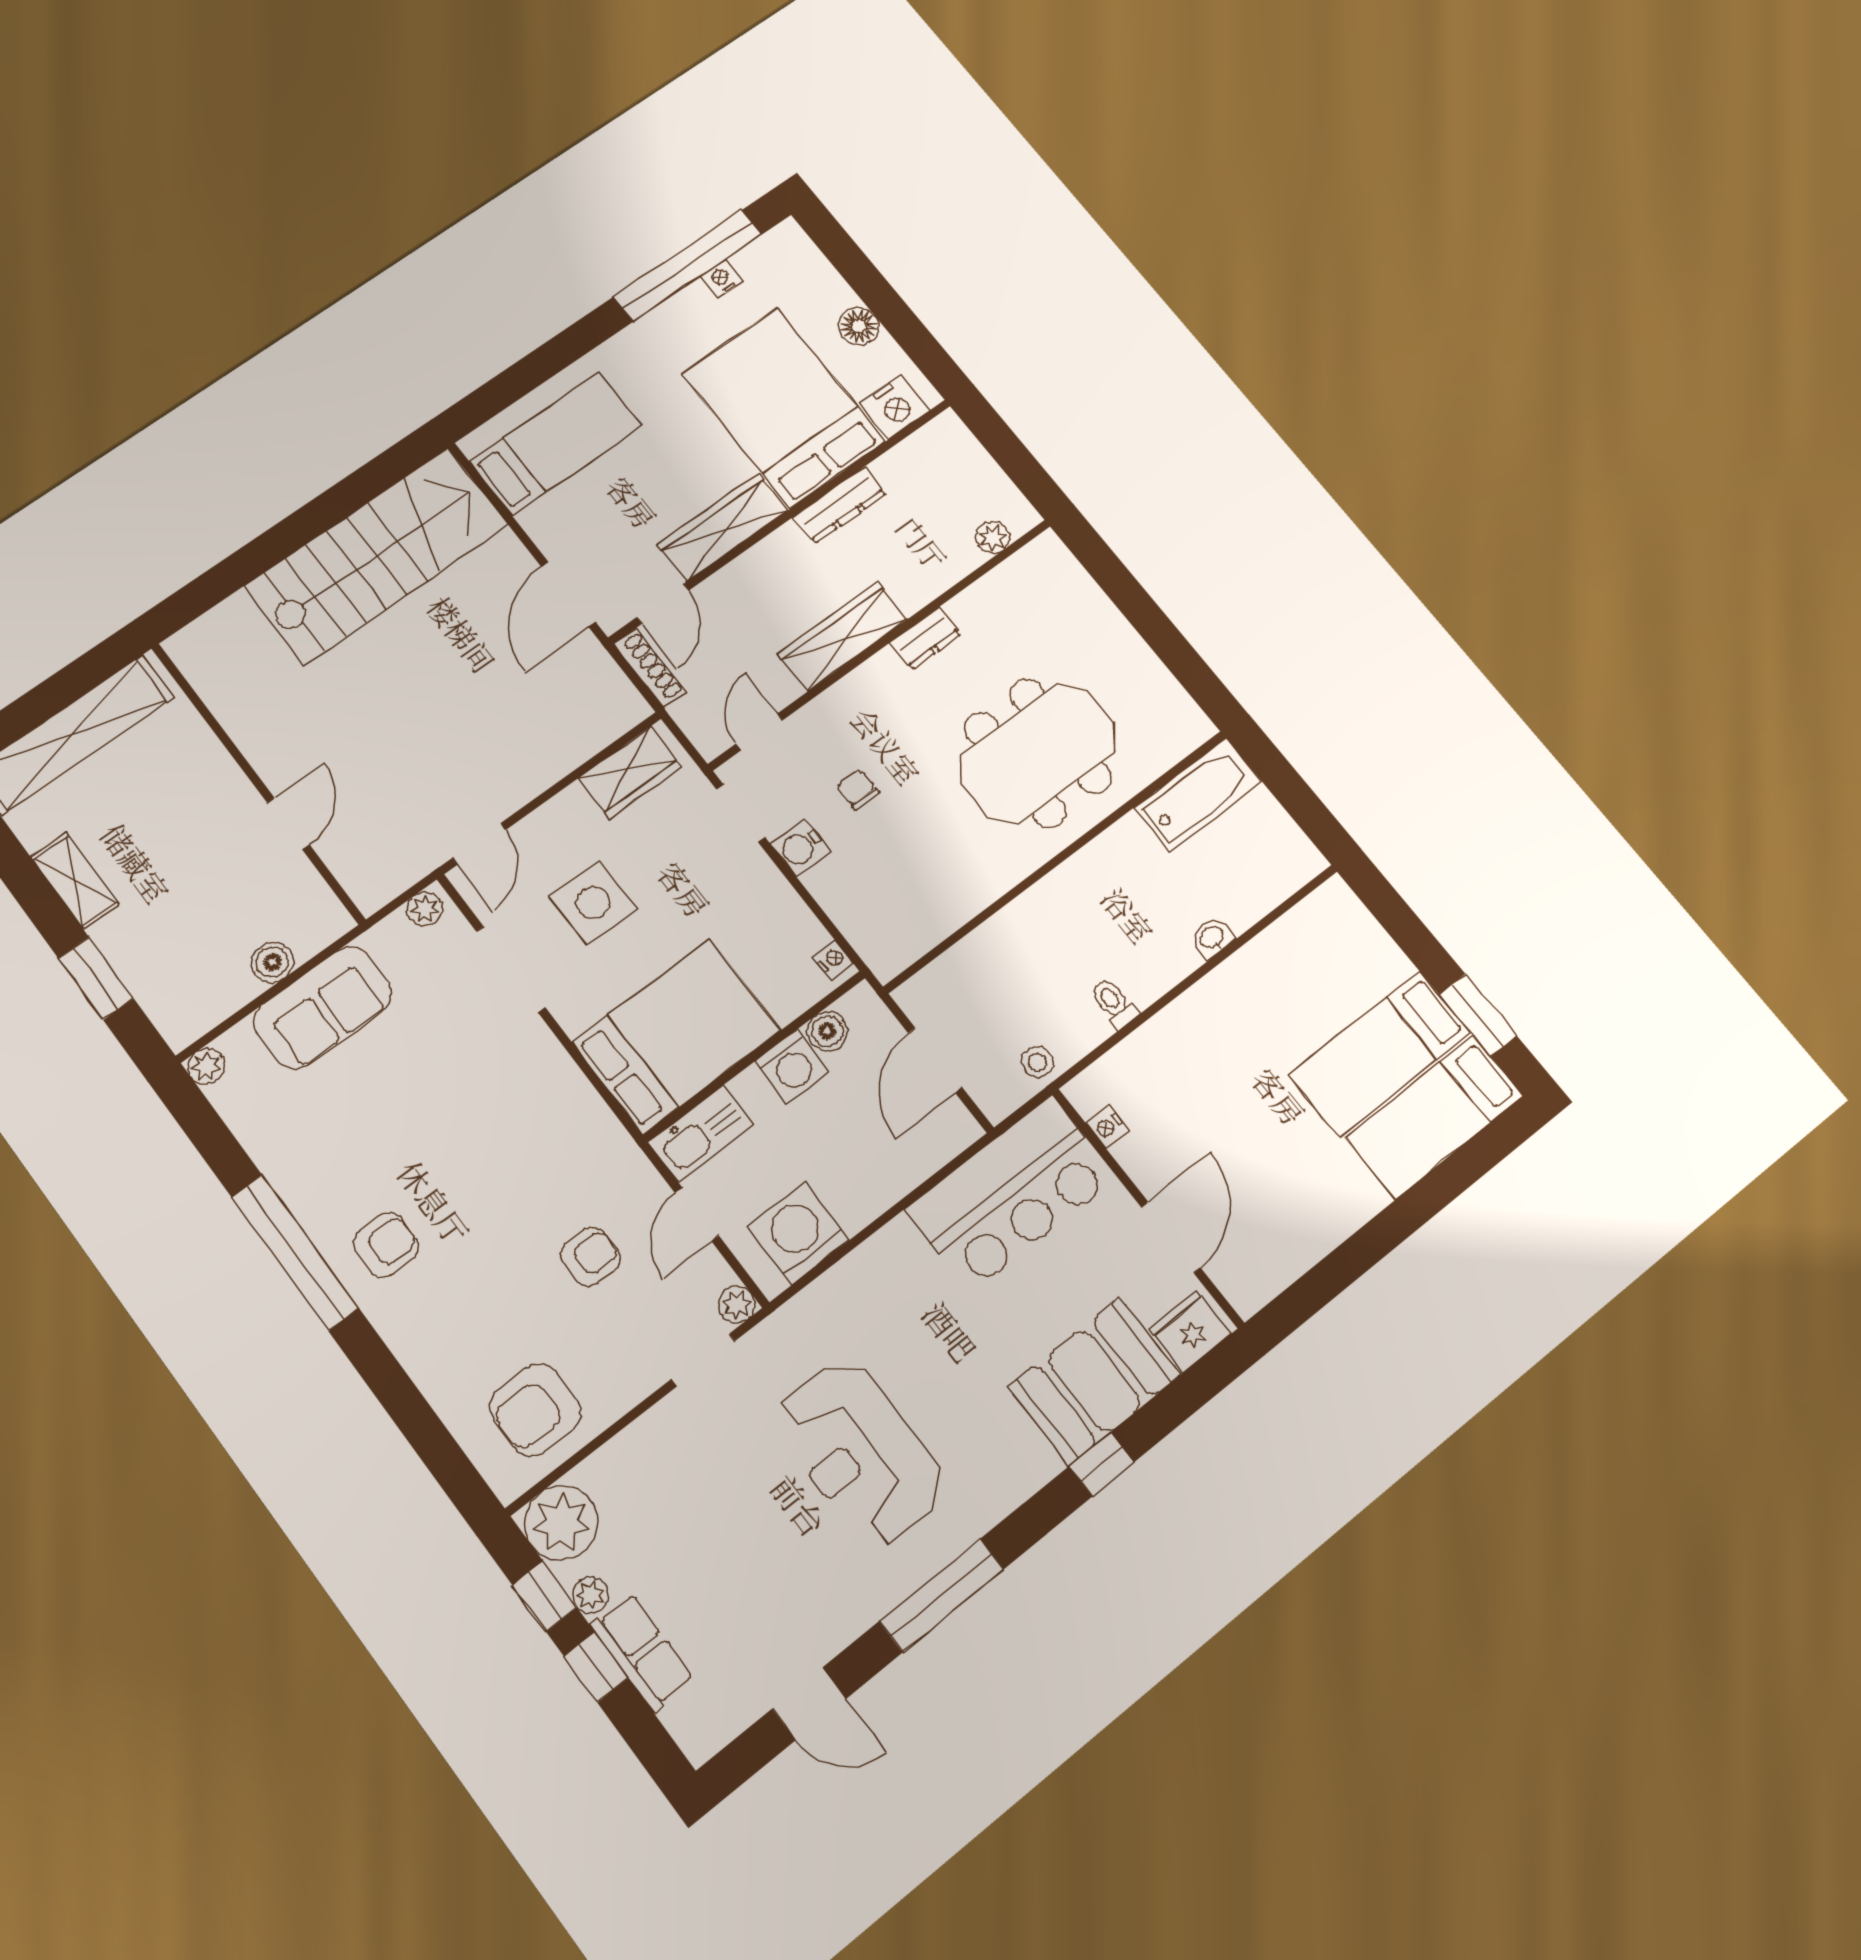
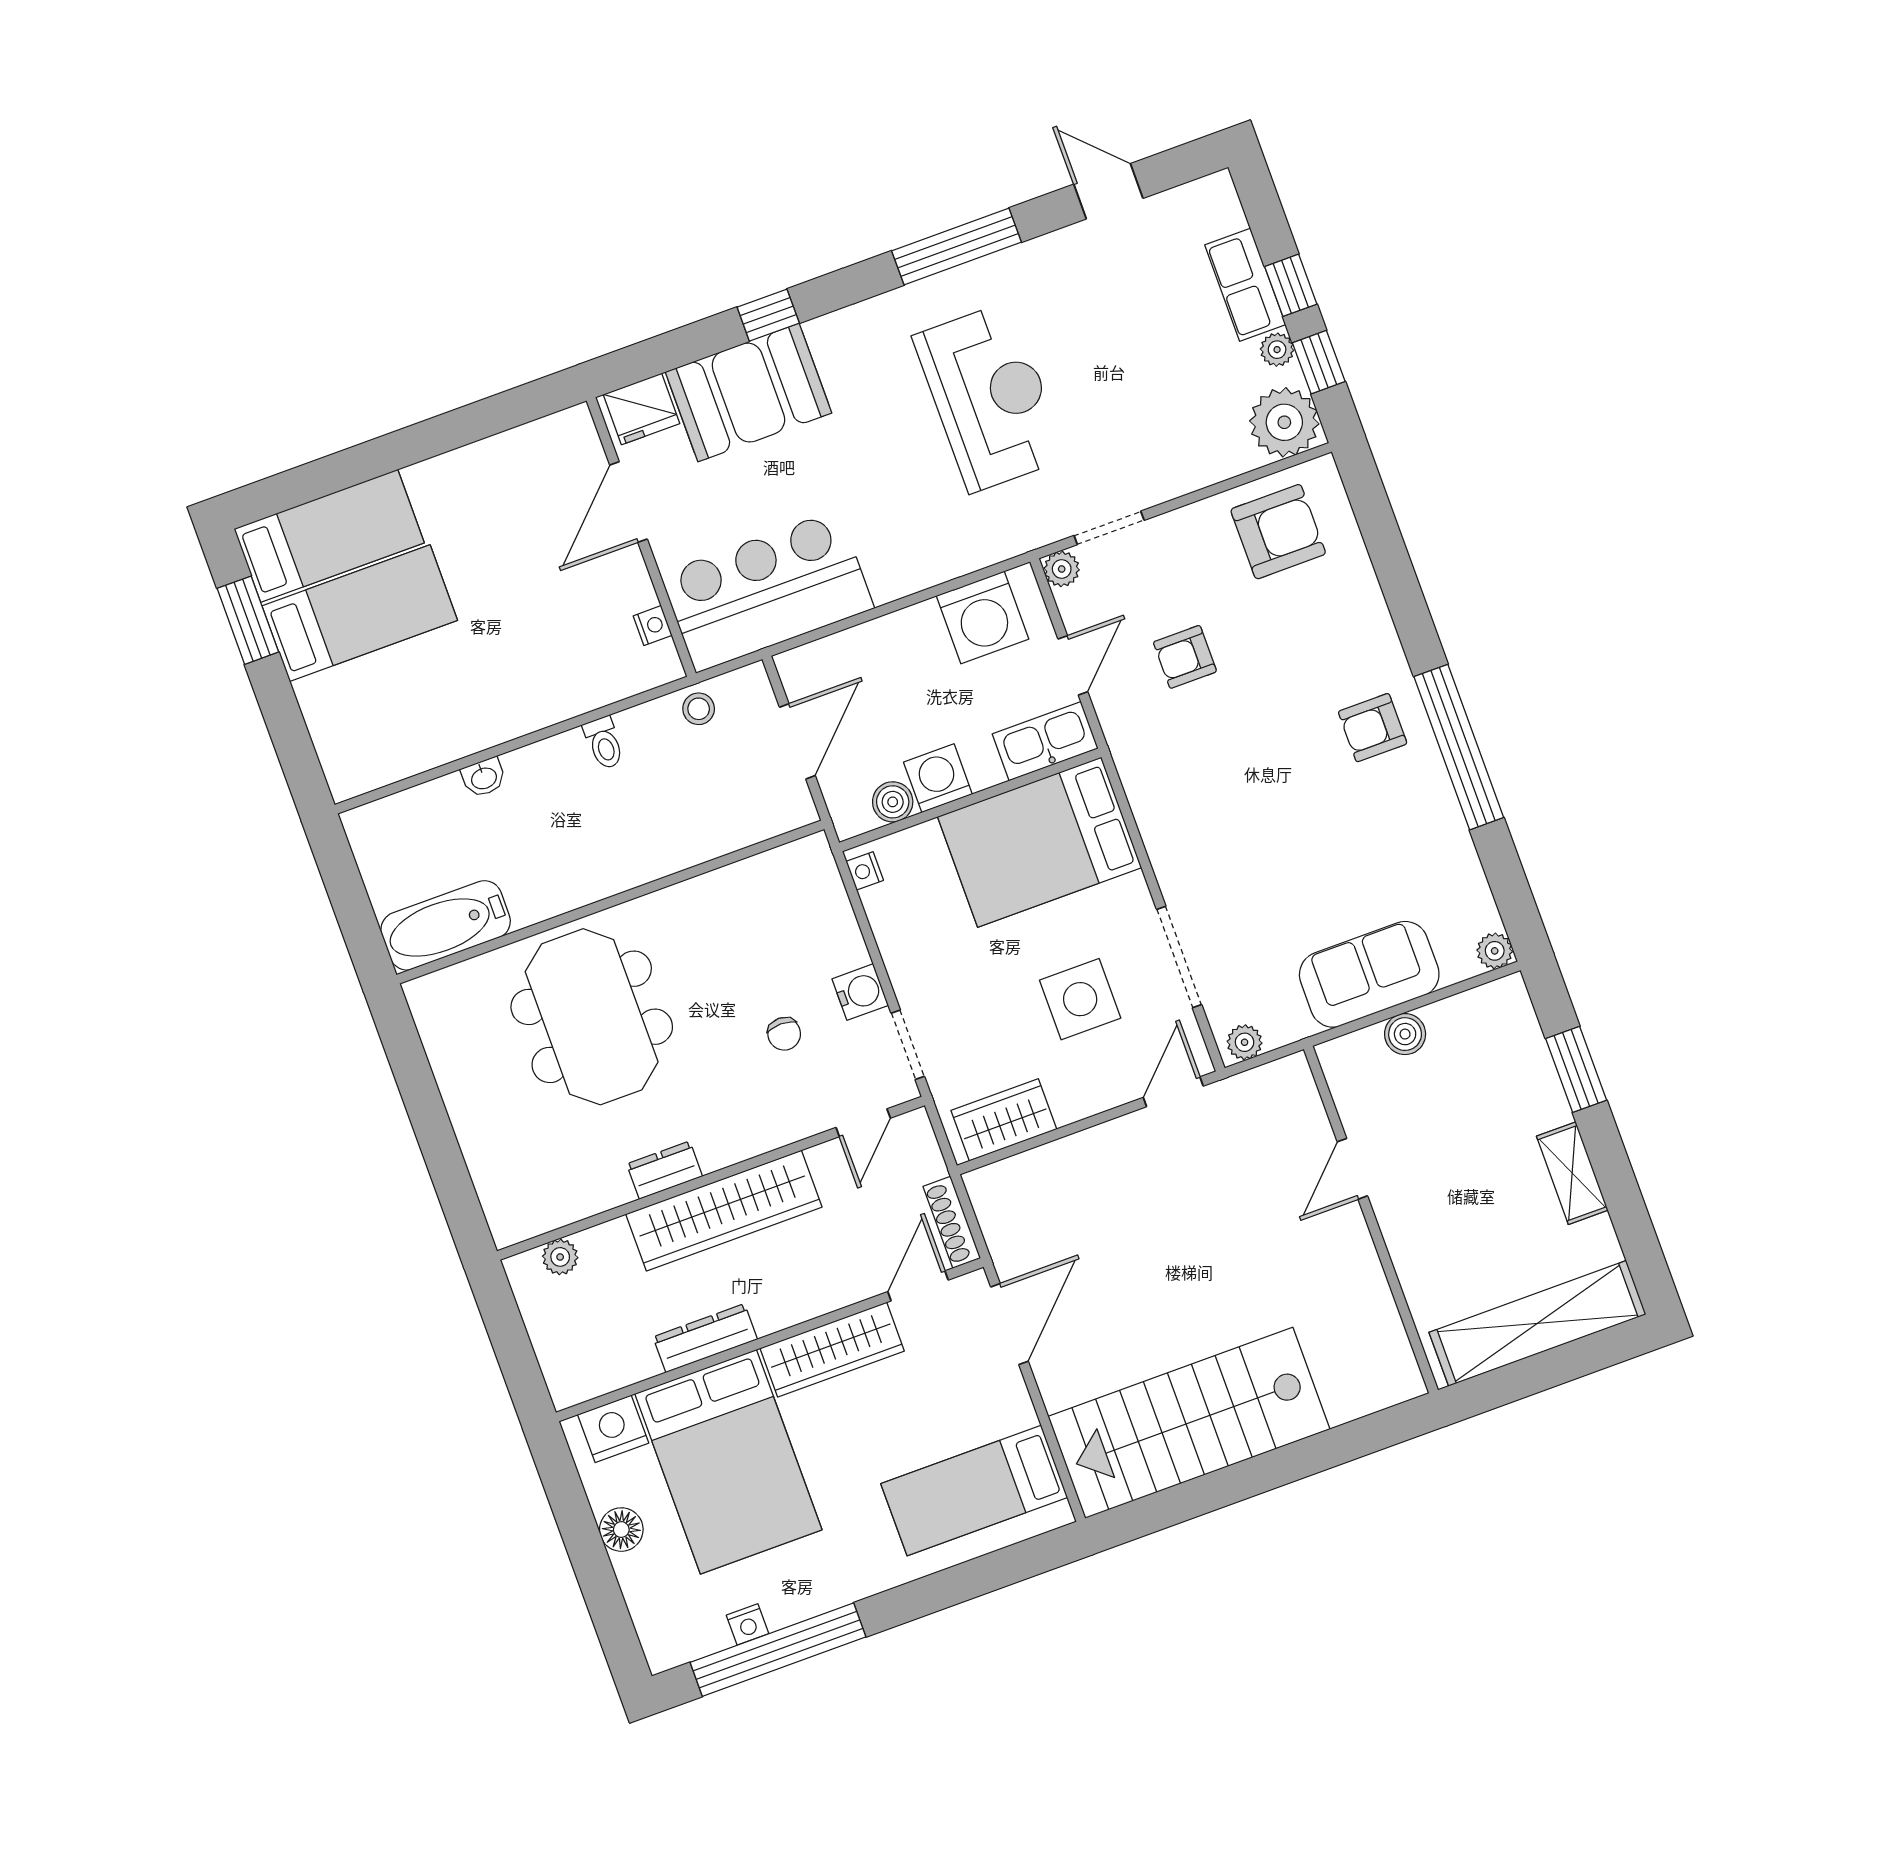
wardrobe: (843, 636) -> (724, 1211), width x1.40, depth x1.17
meeting table: (1038, 753) -> (592, 1017), turned 90

